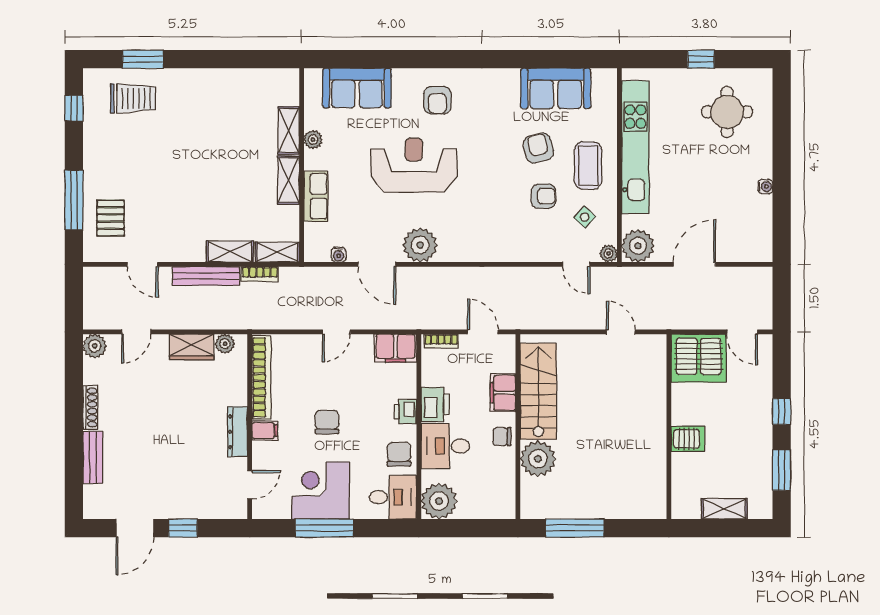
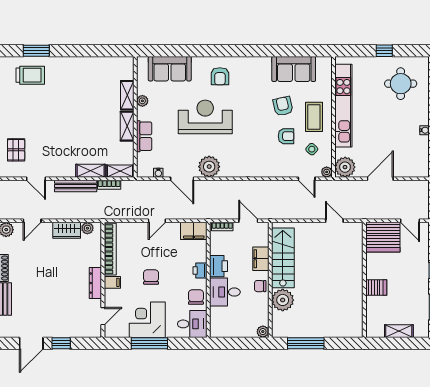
plant: (439, 501) -> (263, 332), moved, width x0.53, depth x0.53

